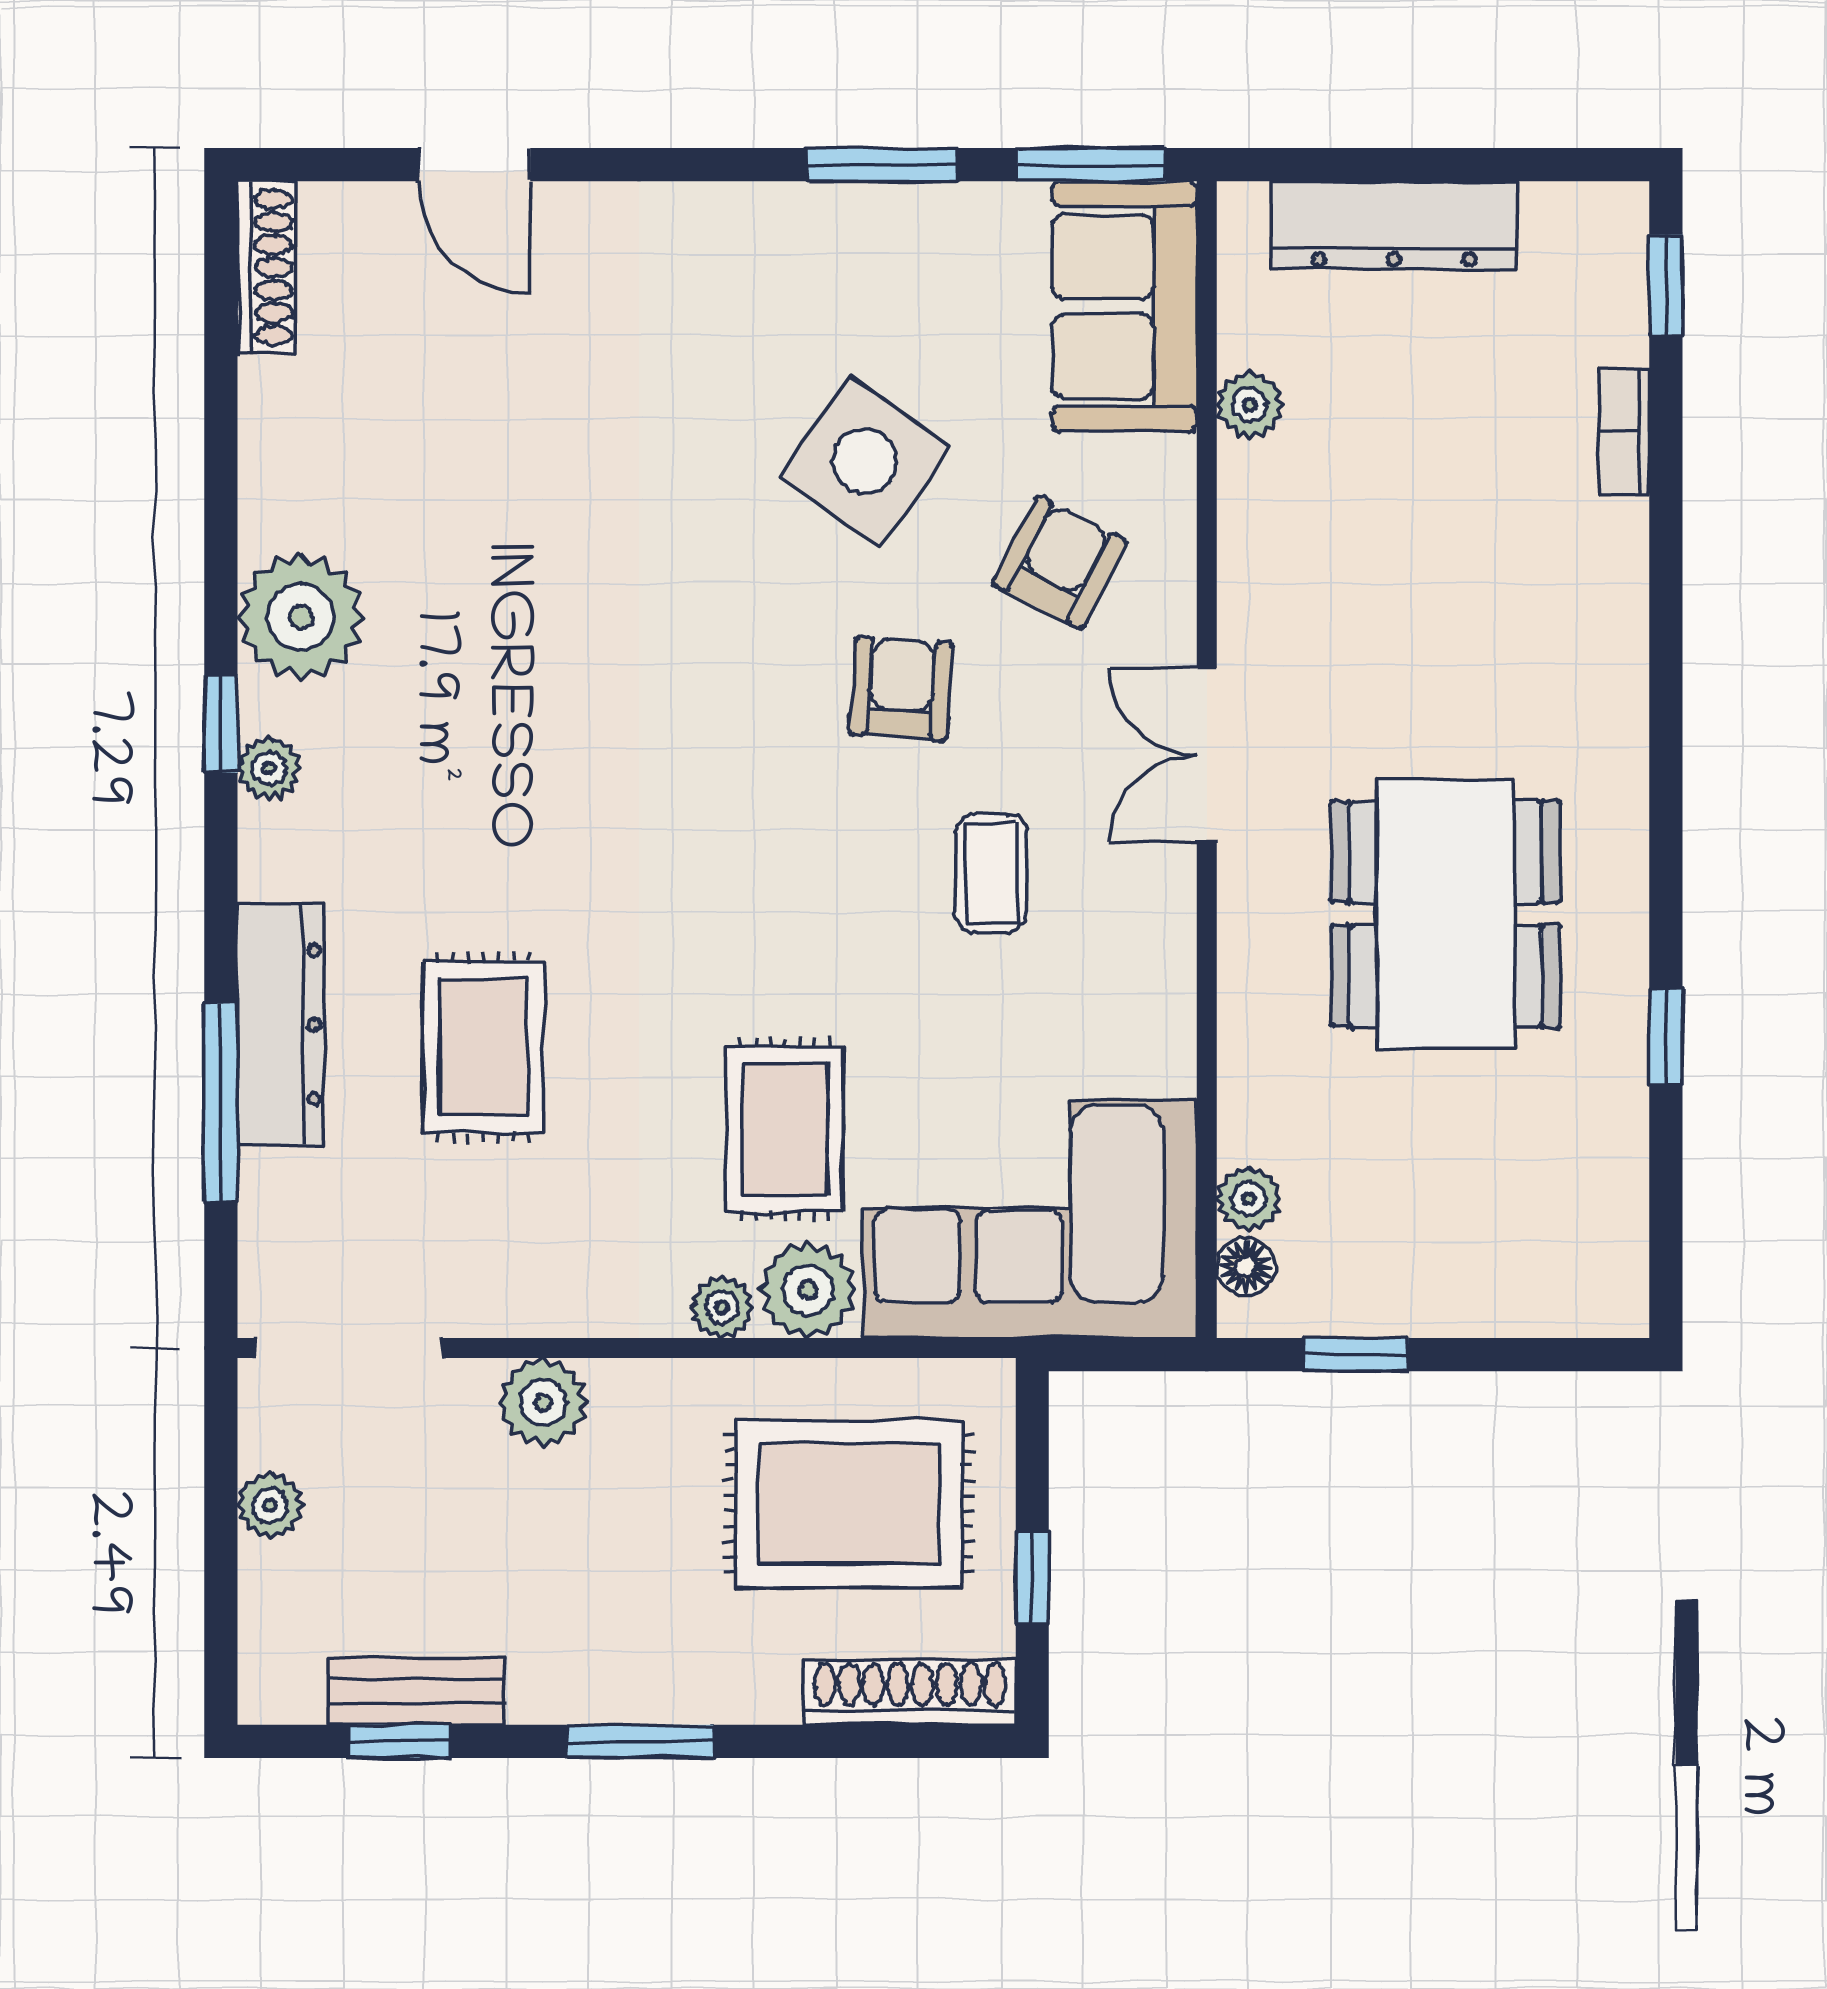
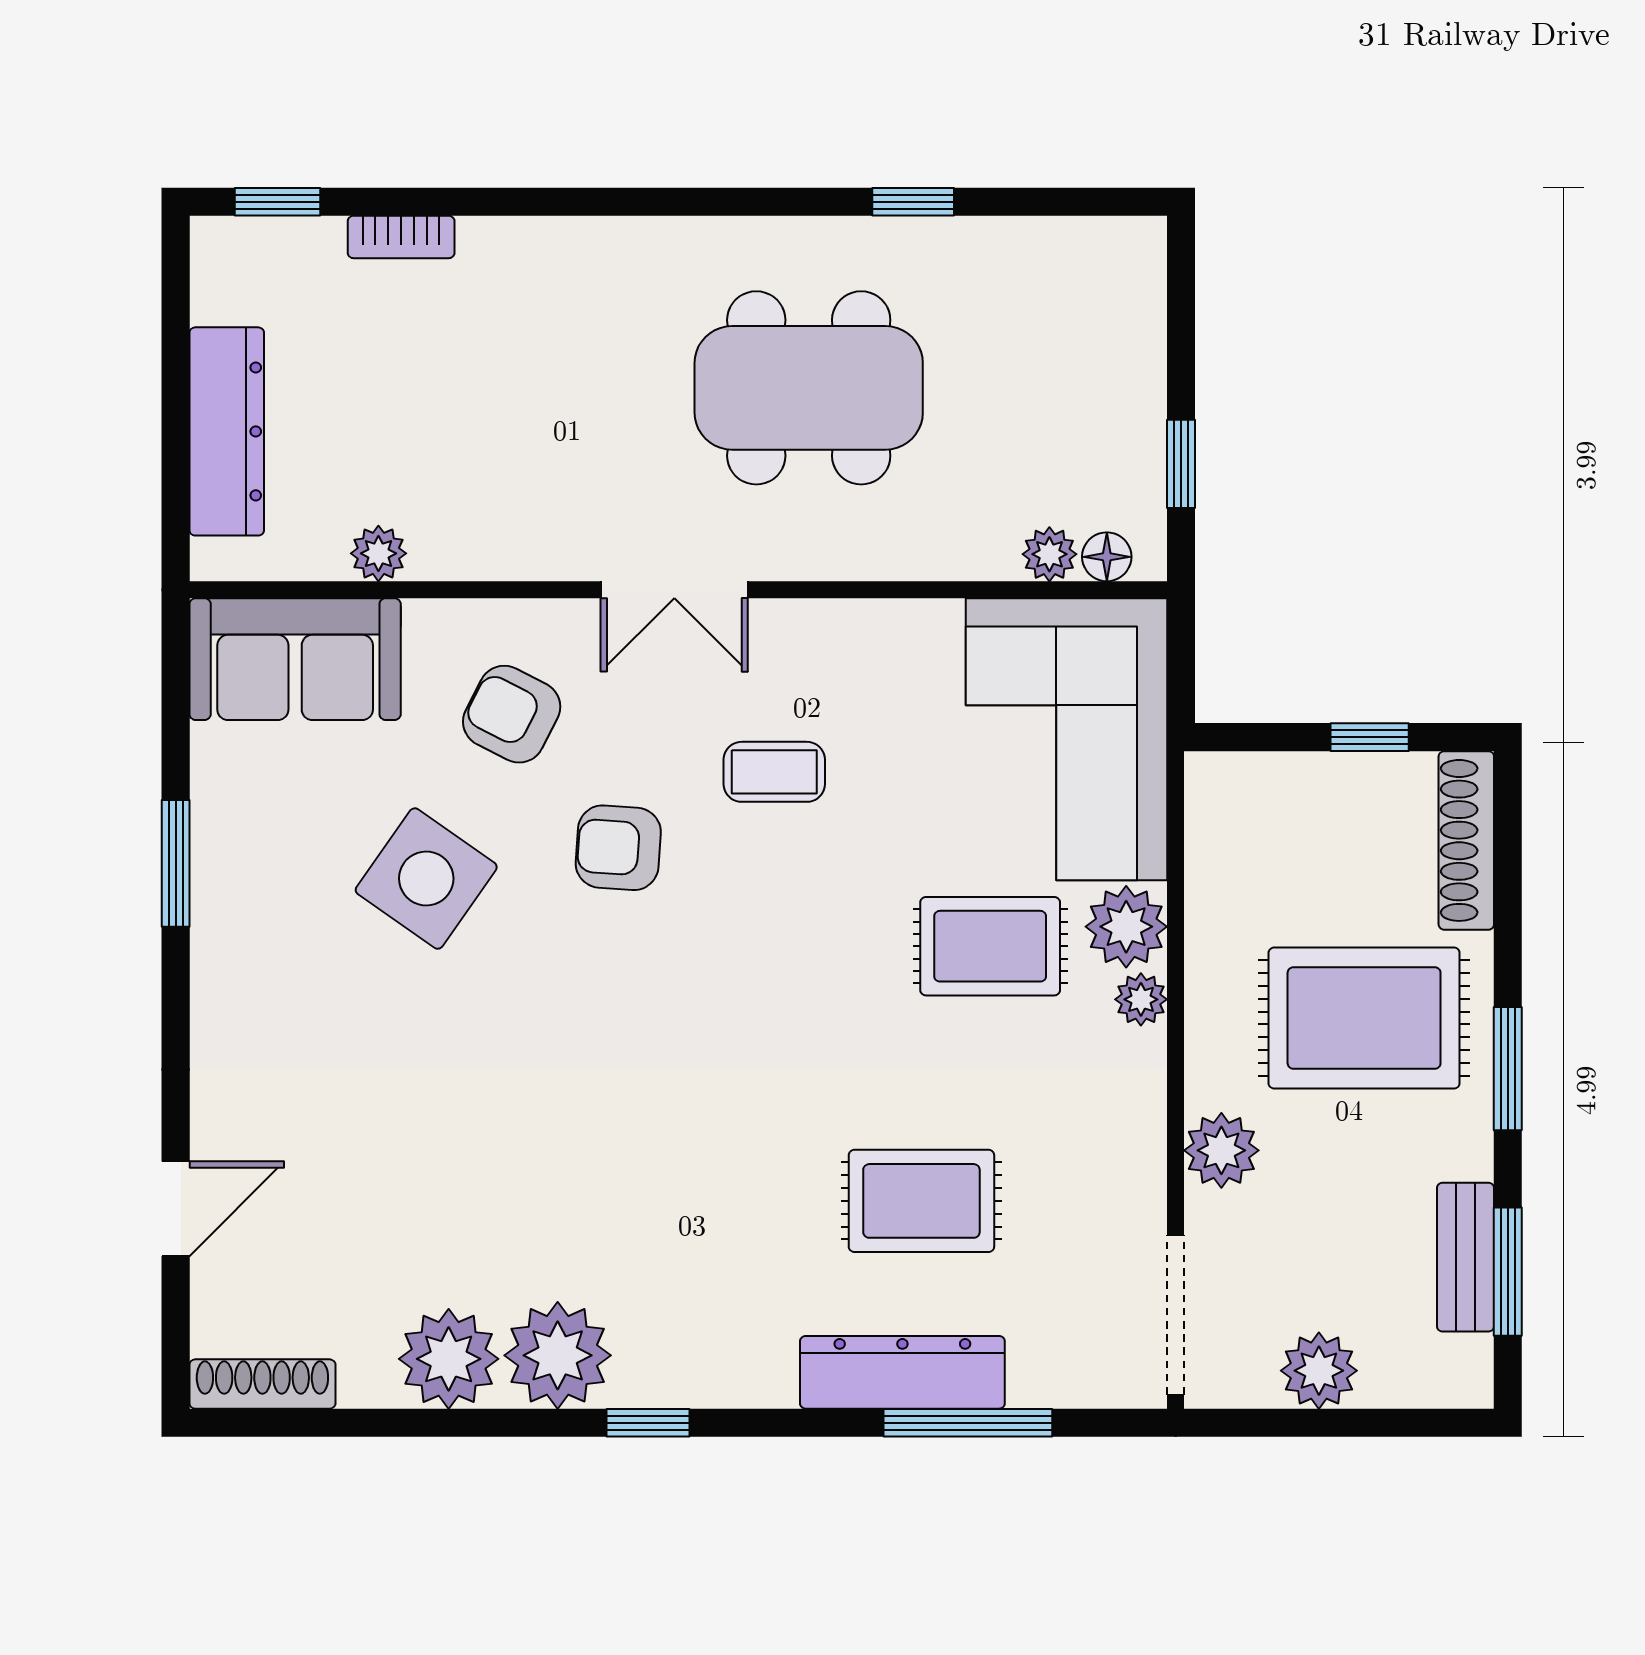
window: (1091, 165) -> (176, 687), removed
plant: (269, 768) -> (449, 1359), moved, width x1.87, depth x1.87
rug: (849, 1504) -> (1364, 1018), moved, turned 90
plant: (270, 1505) -> (1319, 1371), width x1.38, depth x1.38
window: (400, 1741) -> (1508, 1272), width x1.50

